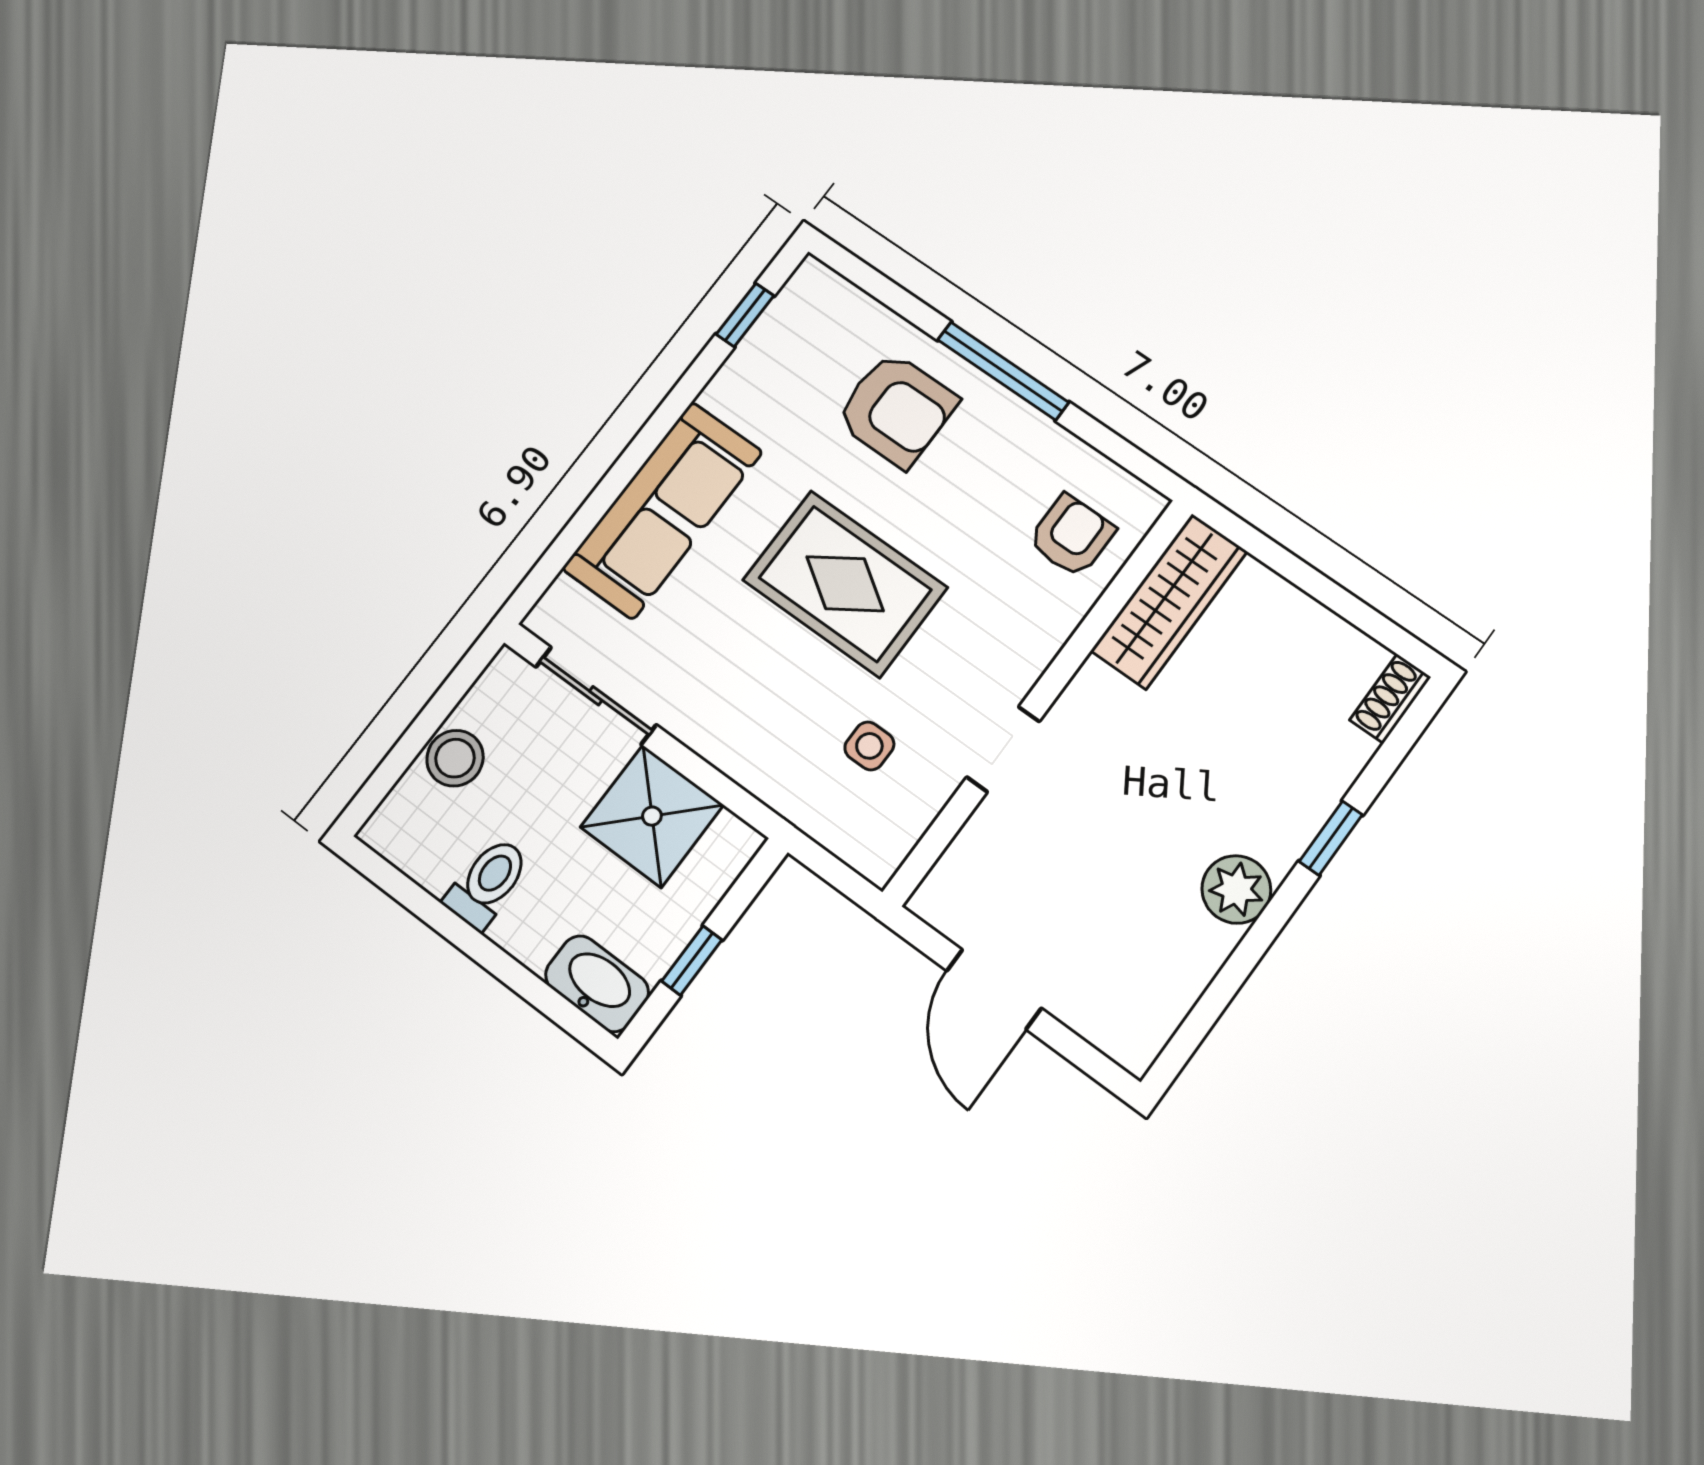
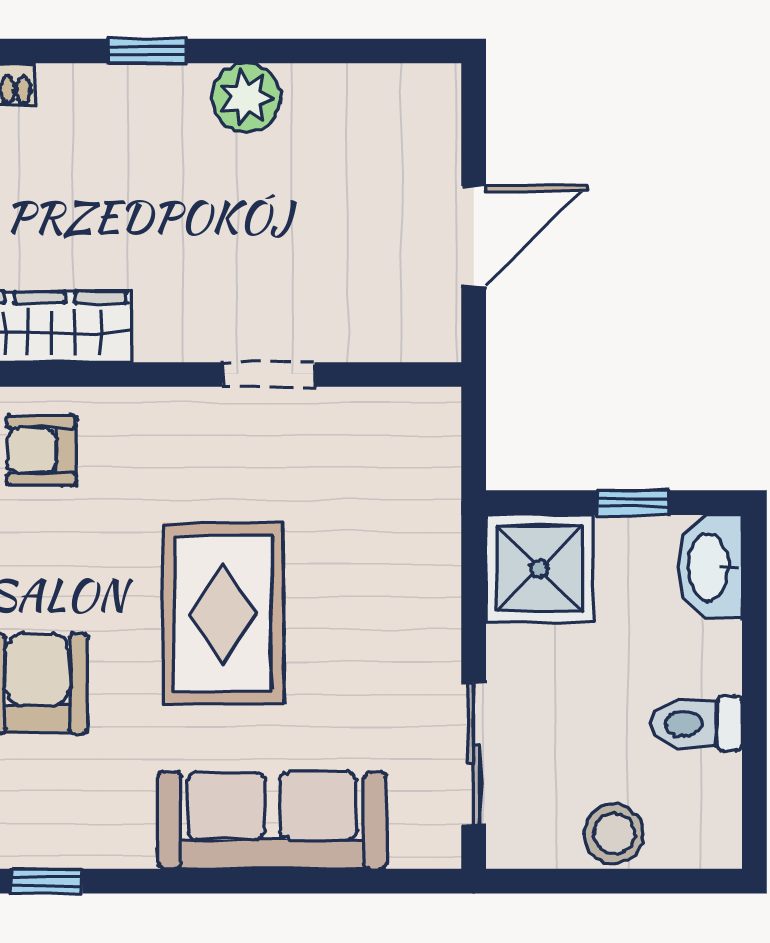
side table: (869, 746) -> (347, 489), removed
shower: (652, 816) -> (540, 569), moved

